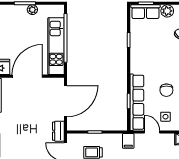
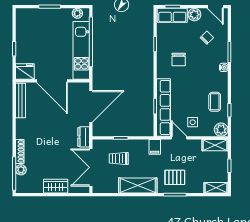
plant: (32, 10) -> (77, 13), moved
door: (27, 76) -> (52, 81), swing flipped
chair: (166, 90) -> (179, 59), moved

